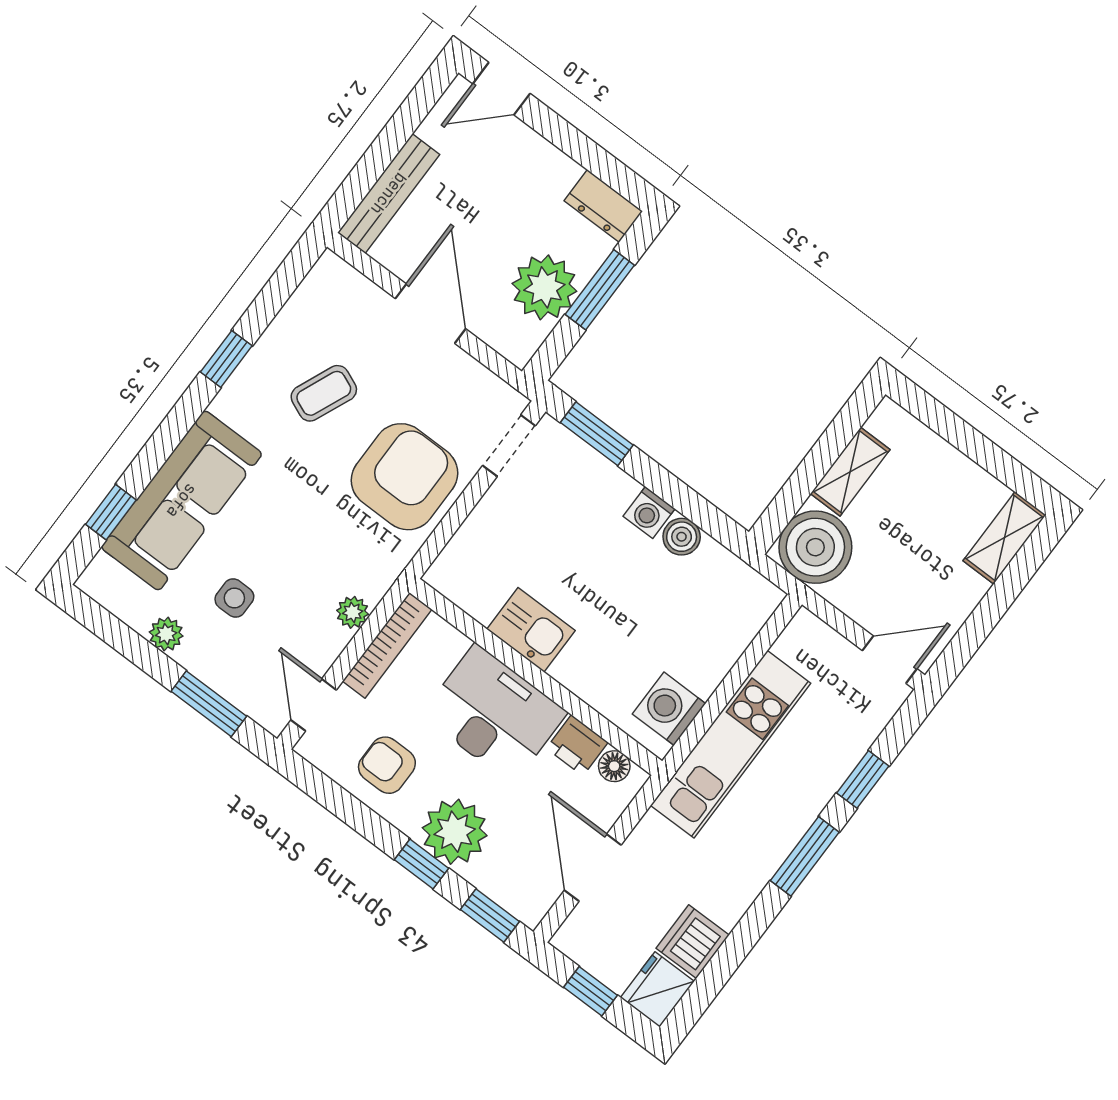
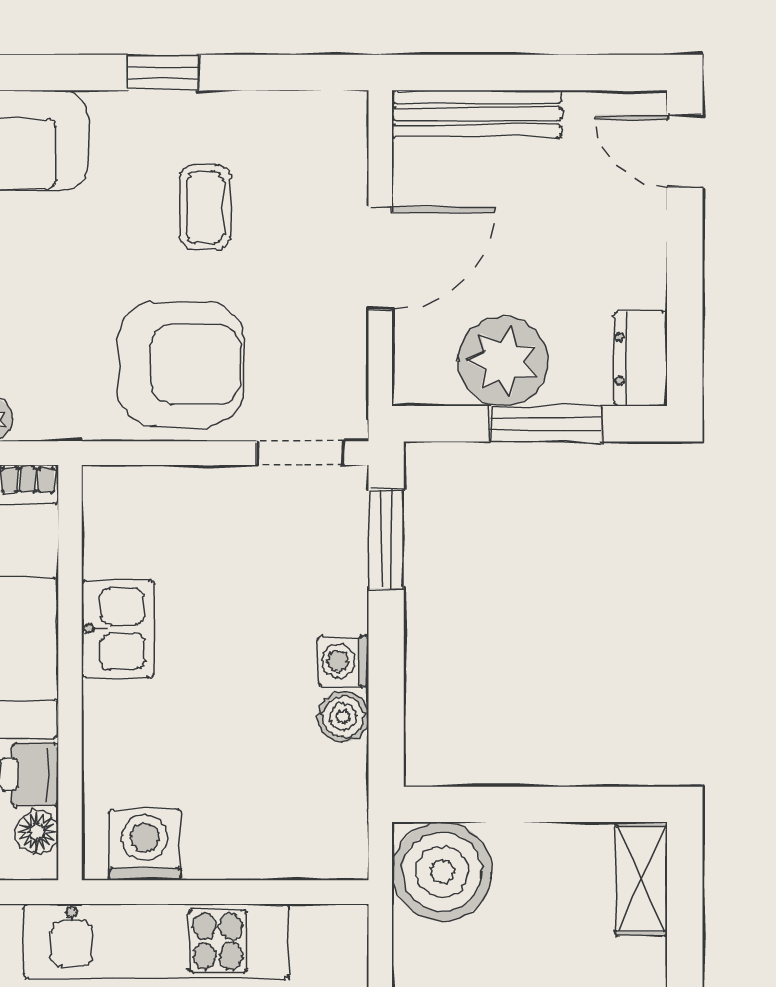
coffee table: (324, 393) -> (205, 208), turned 67
shelving: (850, 472) -> (642, 879), moved, turned 90

